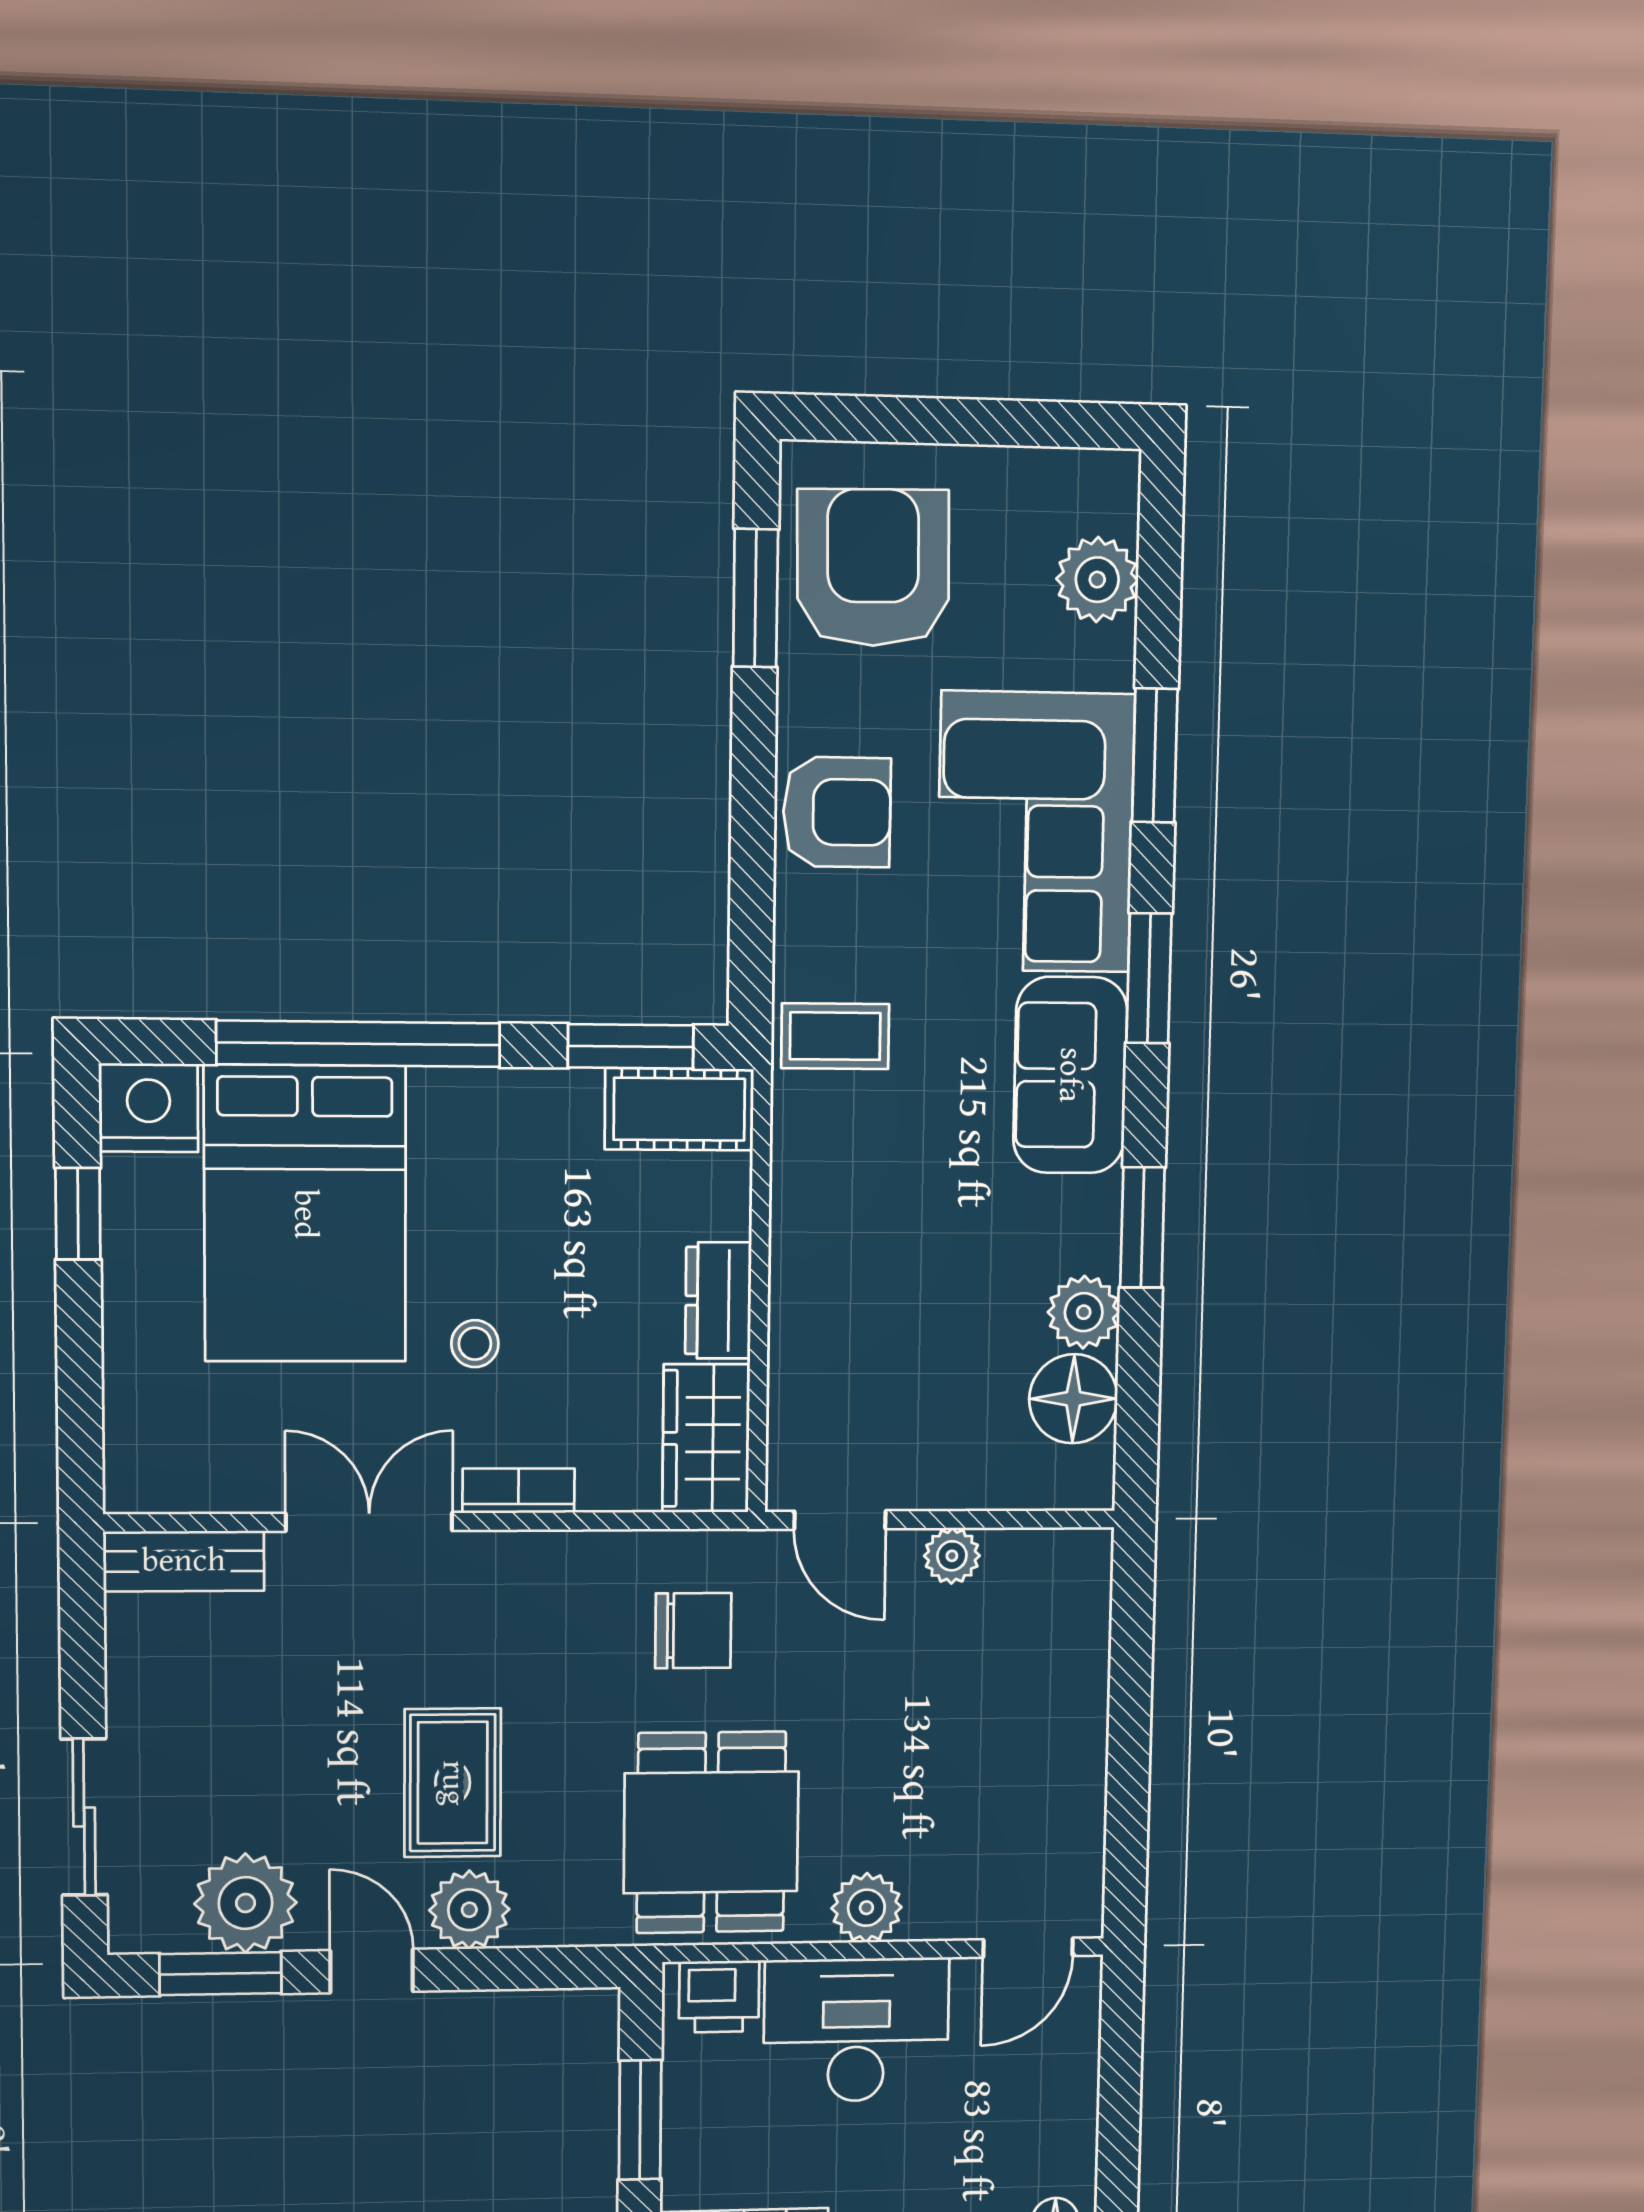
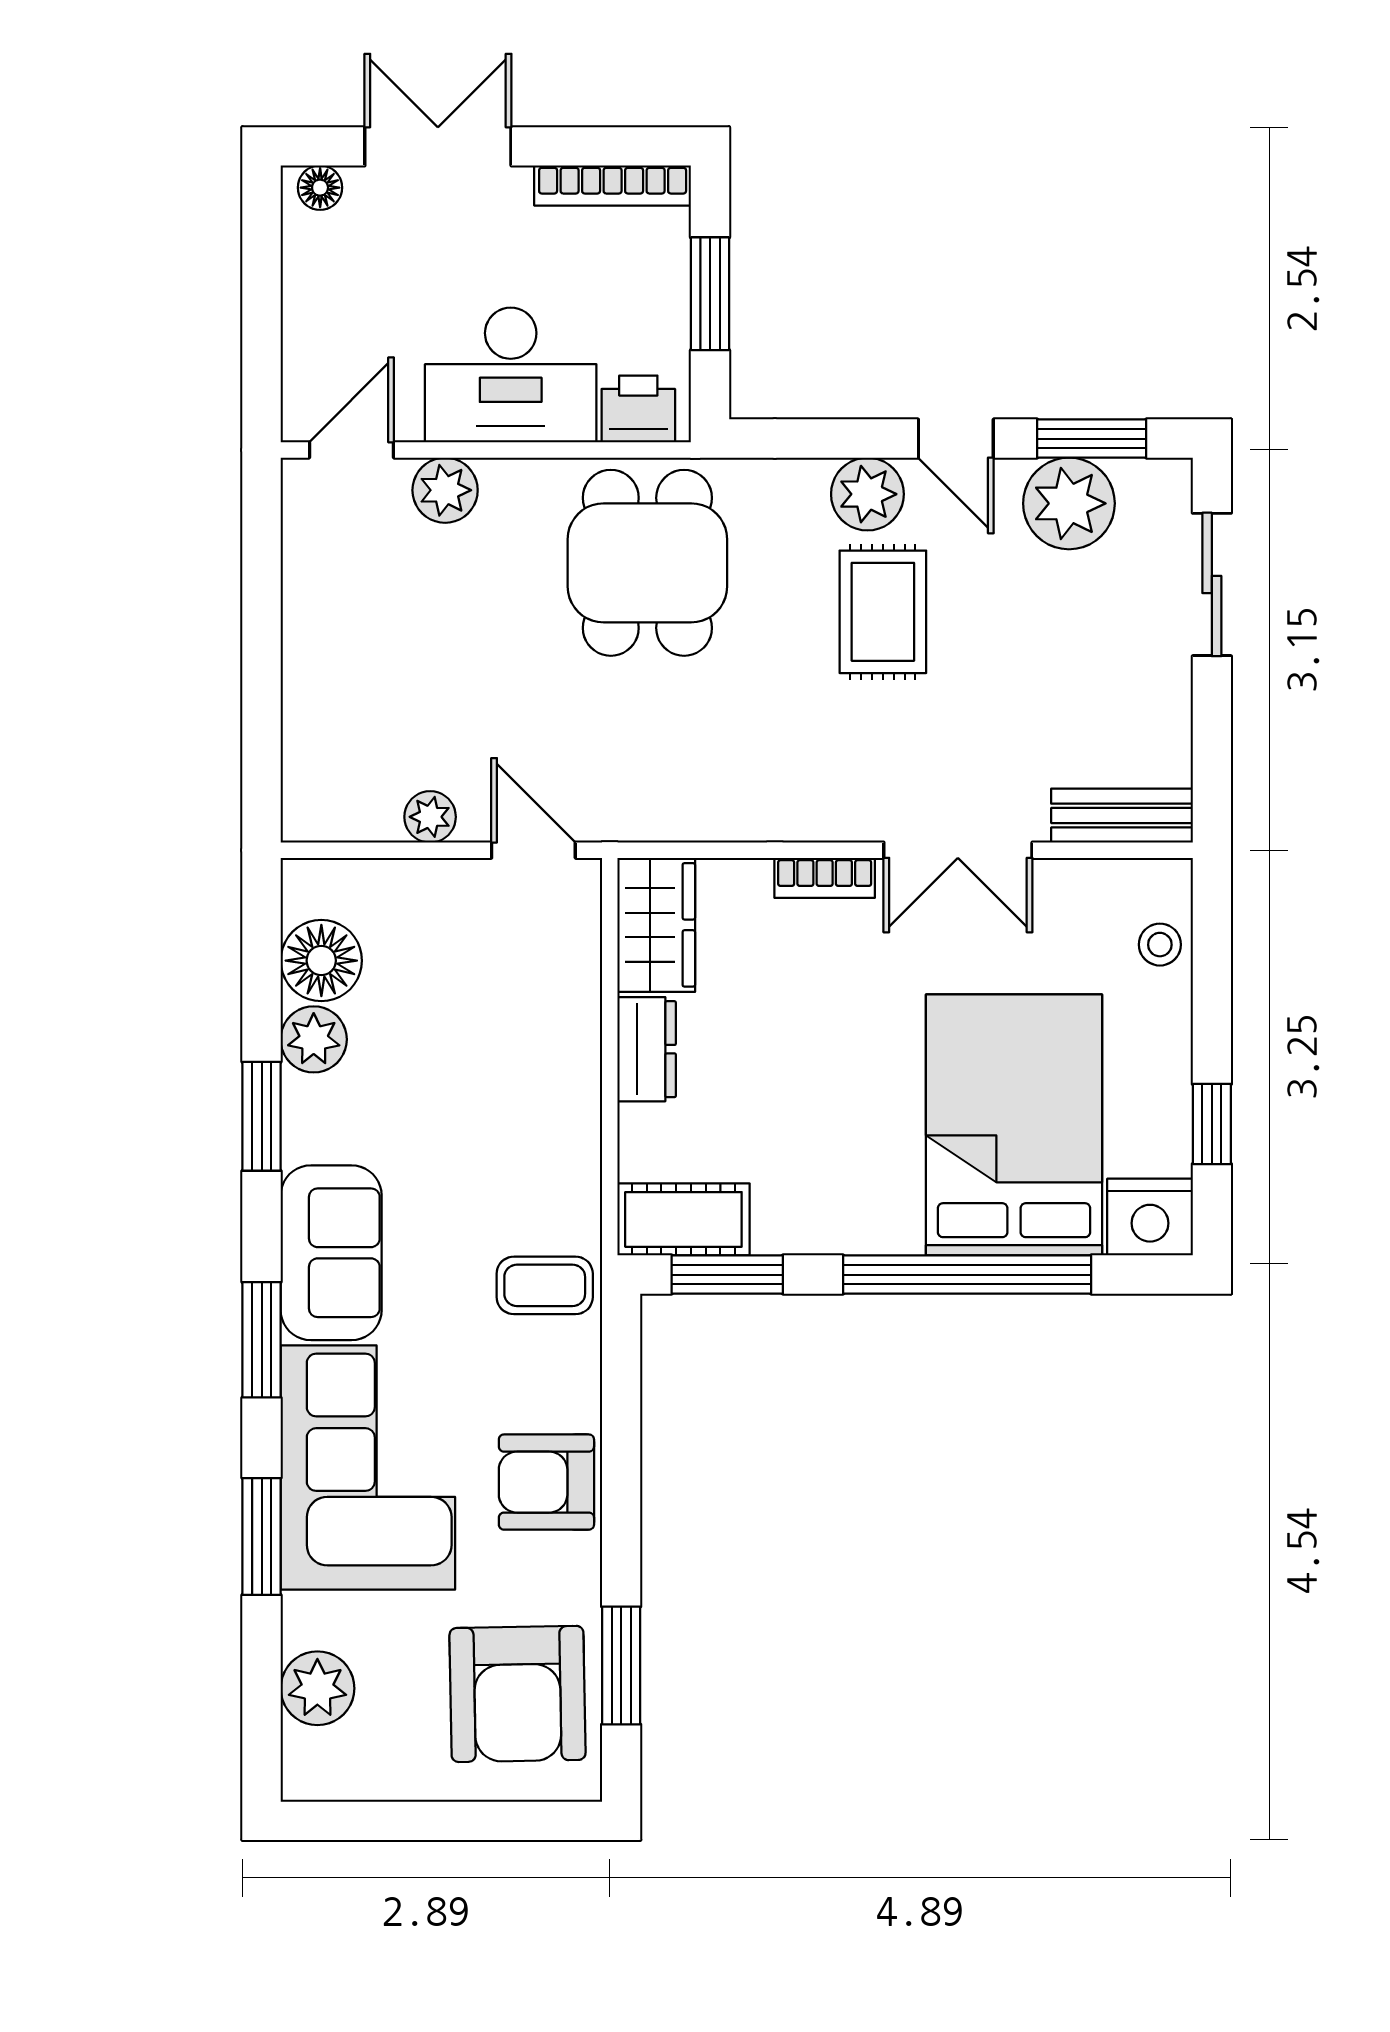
stool: (475, 1344) -> (1160, 945), moved
chair: (693, 1631) -> (666, 750), removed
plant: (866, 1908) -> (445, 490), moved

